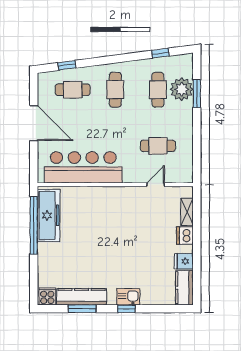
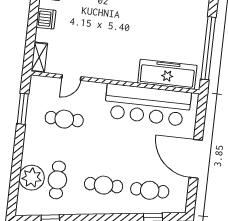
cafe table: (115, 90) -> (104, 185), turned 90
window: (197, 94) -> (23, 109), moved
shelving: (187, 212) -> (39, 57), moved
freezer: (49, 215) -> (167, 74), moved, turned 90

